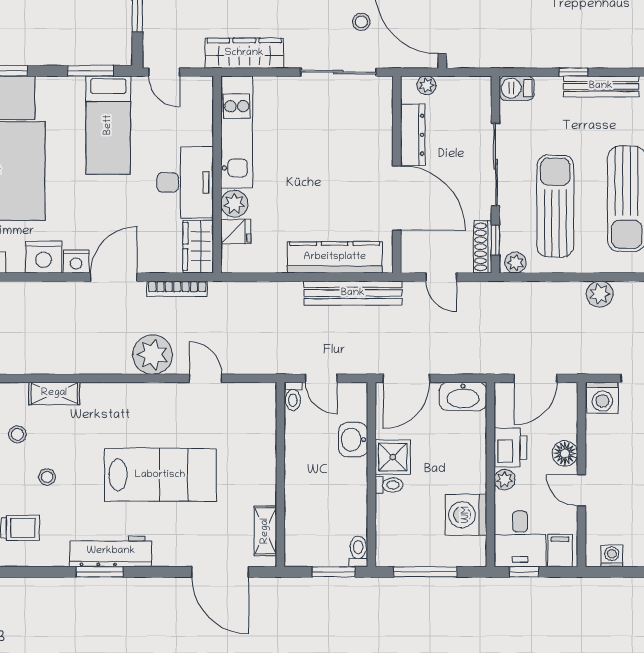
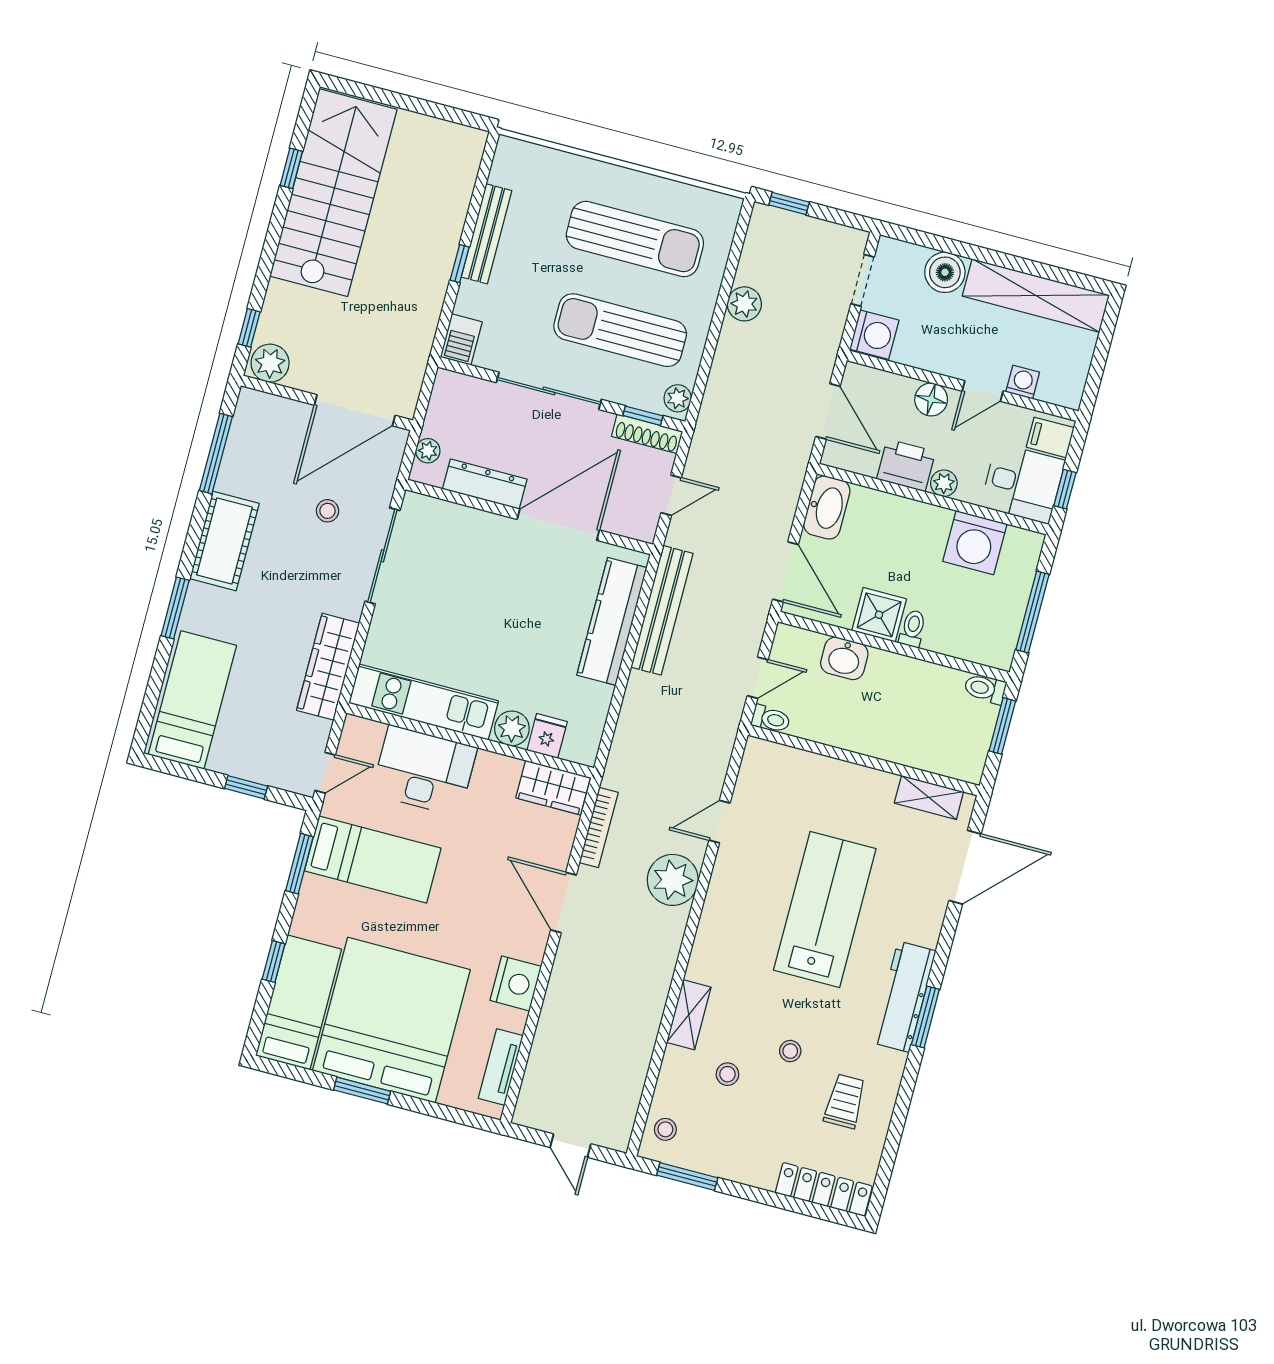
desk: (185, 182) -> (424, 771), moved
nightstand: (76, 262) -> (532, 944), removed
washing machine: (612, 556) -> (1023, 382), moved, turned 90

